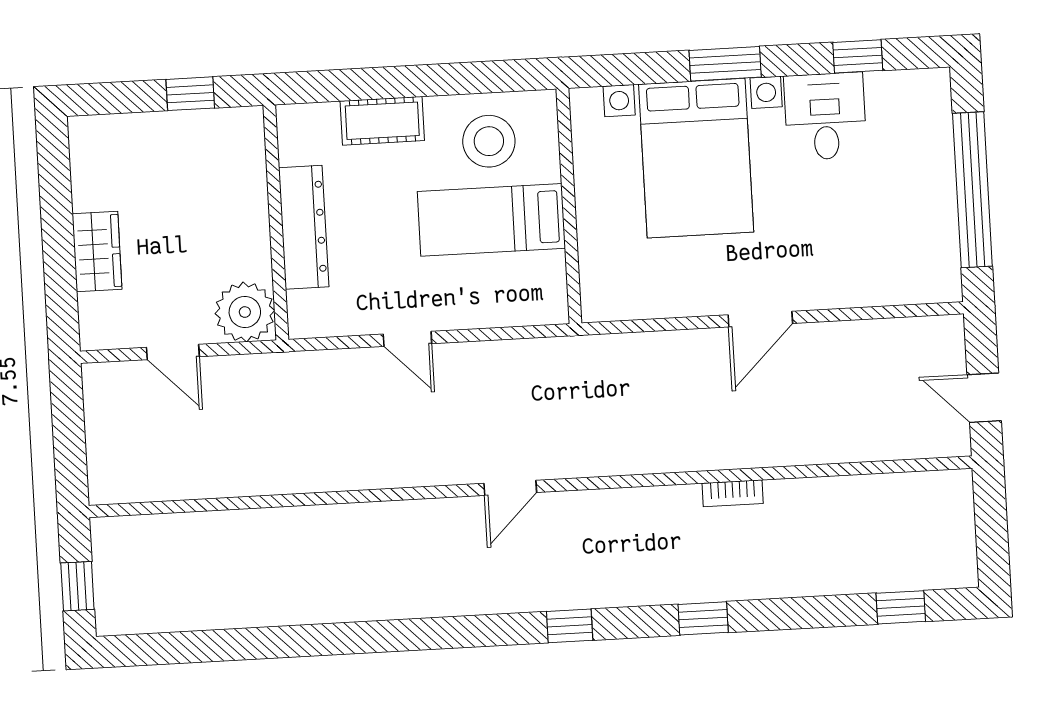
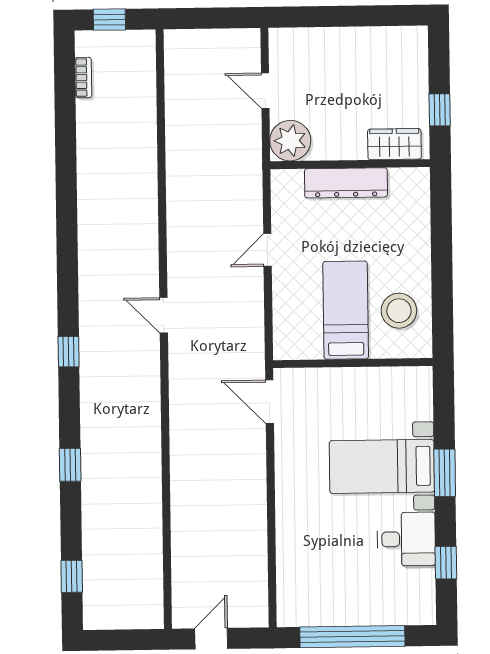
cot: (382, 121) -> (416, 239), removed
bed with nightstands: (696, 158) -> (382, 466), width x0.73
wardrobe: (97, 252) -> (394, 144), moved, turned 180
door: (760, 319) -> (270, 402), moved
door: (173, 352) -> (265, 91), hinge flipped
bookcase: (733, 493) -> (83, 78), moved, turned 180
window: (703, 618) -> (70, 465), moved

